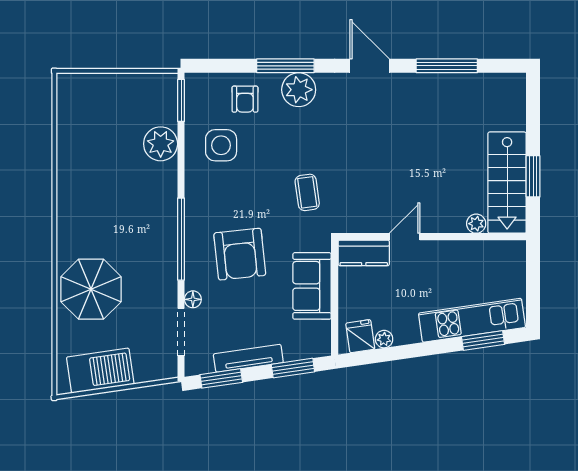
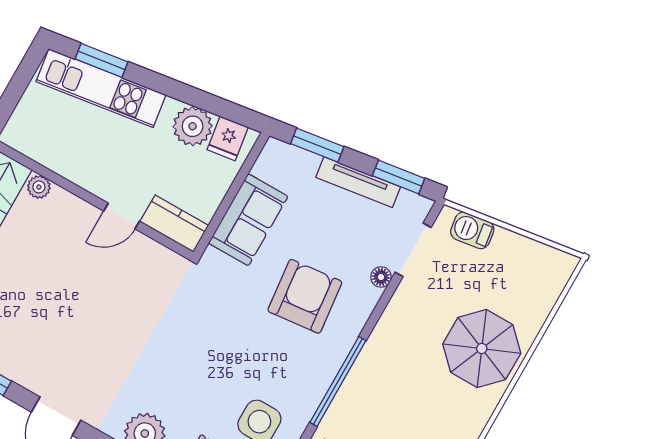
coffee table: (307, 192) -> (197, 321), removed
window: (181, 239) -> (338, 382), moved
plant: (384, 339) -> (193, 126), width x1.88, depth x1.88
barbecue: (100, 371) -> (472, 230), moved, width x0.53, depth x0.65

